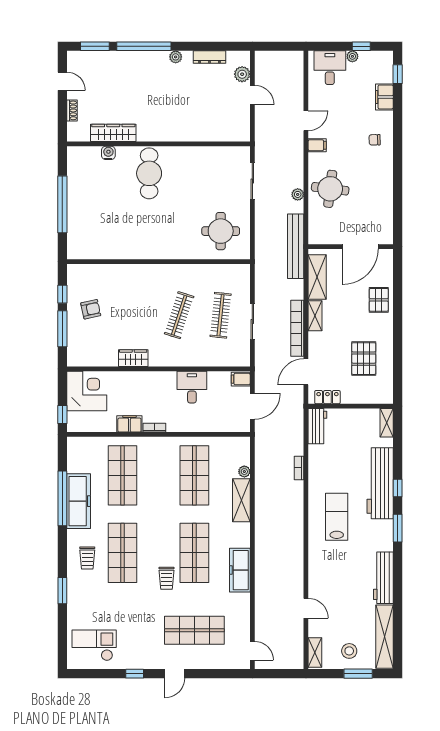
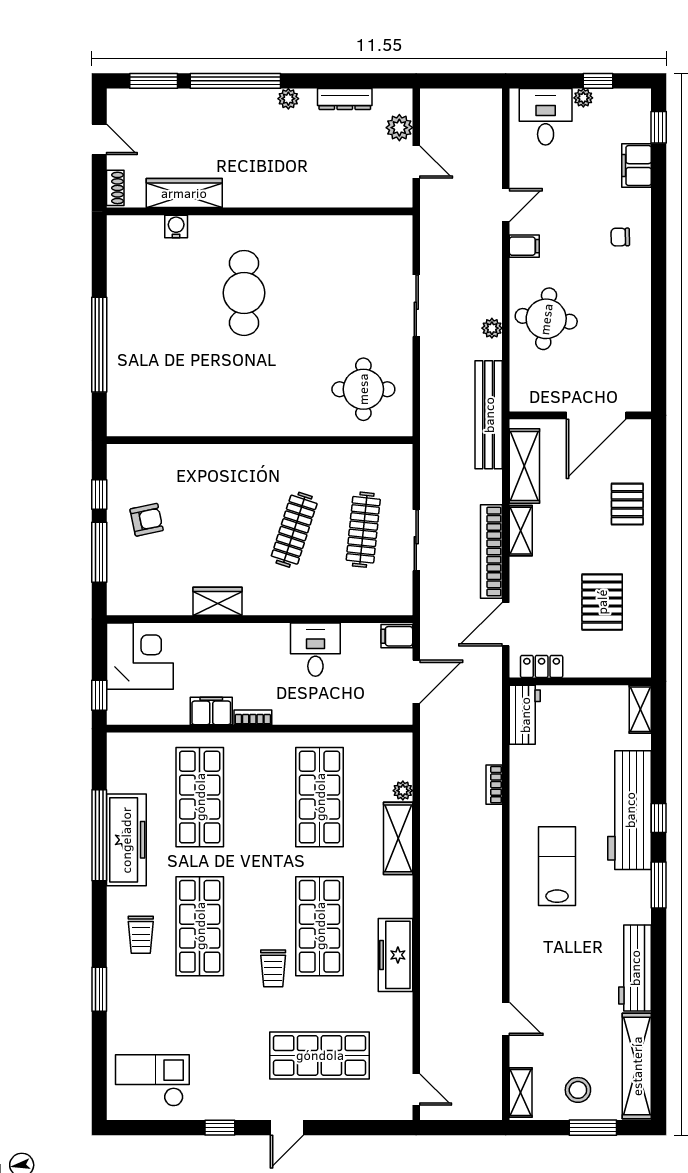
wardrobe: (113, 133) -> (184, 193), moved
wall: (158, 144) -> (260, 211), moved
water cooler: (108, 153) -> (176, 226), moved

